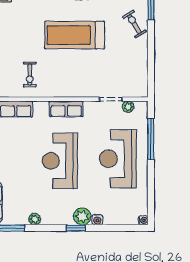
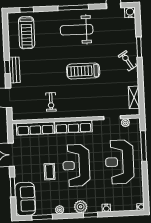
treadmill: (75, 35) -> (83, 71), width x0.73, depth x0.73
shelving: (141, 73) -> (134, 97), added
row of seats: (66, 109) -> (73, 127), width x1.48
coffee table: (24, 168) -> (50, 172), added
plant: (82, 216) -> (81, 207), moved

